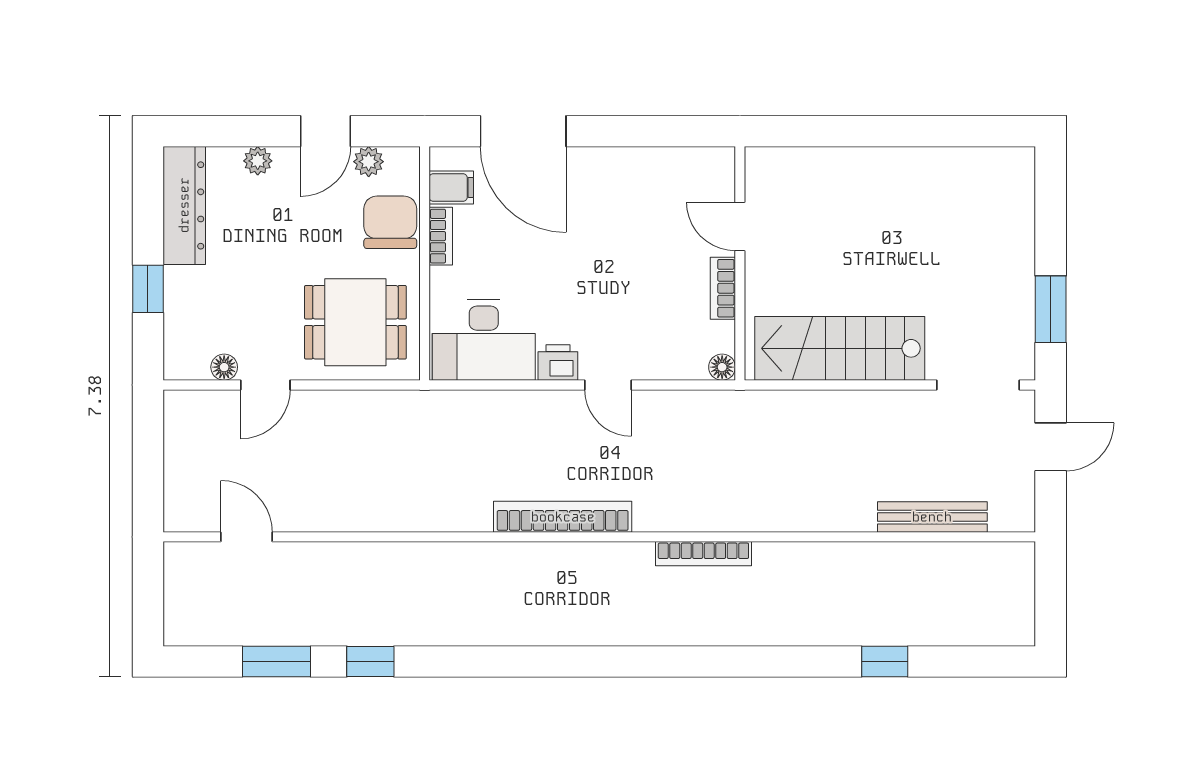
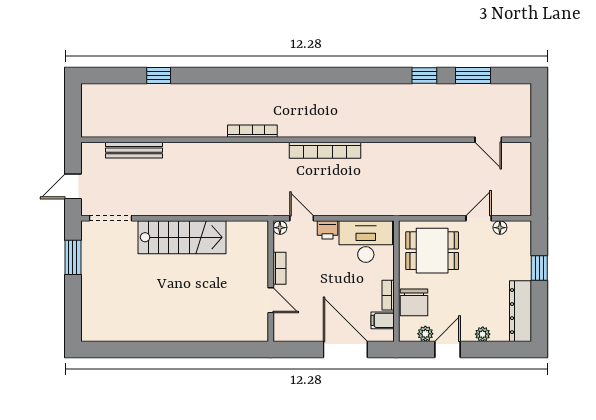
door: (740, 226) -> (271, 300), moved
wall: (740, 263) -> (271, 281), moved
bookcase: (723, 288) -> (280, 268), moved
floor lamp: (722, 367) -> (280, 228), moved

